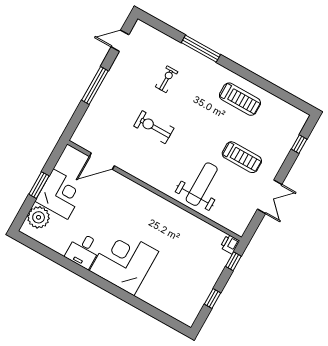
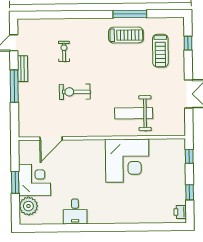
window: (201, 49) -> (130, 14), moved
bench: (114, 73) -> (23, 69), added
treadmill: (242, 157) -> (160, 51), moved, turned 90
weight bench: (202, 184) -> (134, 113), turned -90
printer: (230, 244) -> (180, 212), moved
corner desk: (124, 261) -> (127, 161), moved, turned 180

